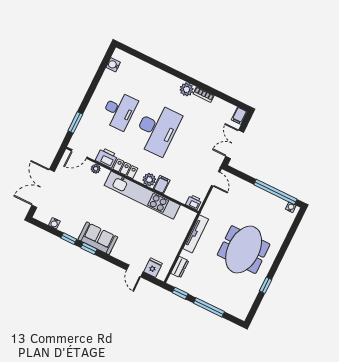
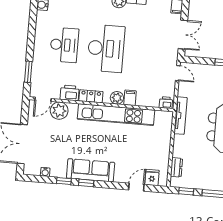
double door: (235, 144) -> (183, 35), swing flipped
plant: (96, 169) -> (59, 111), width x1.87, depth x1.87
tv unit: (196, 234) -> (181, 116), moved
sofa: (98, 238) -> (91, 170), width x1.36
door: (135, 271) -> (136, 187), swing flipped

